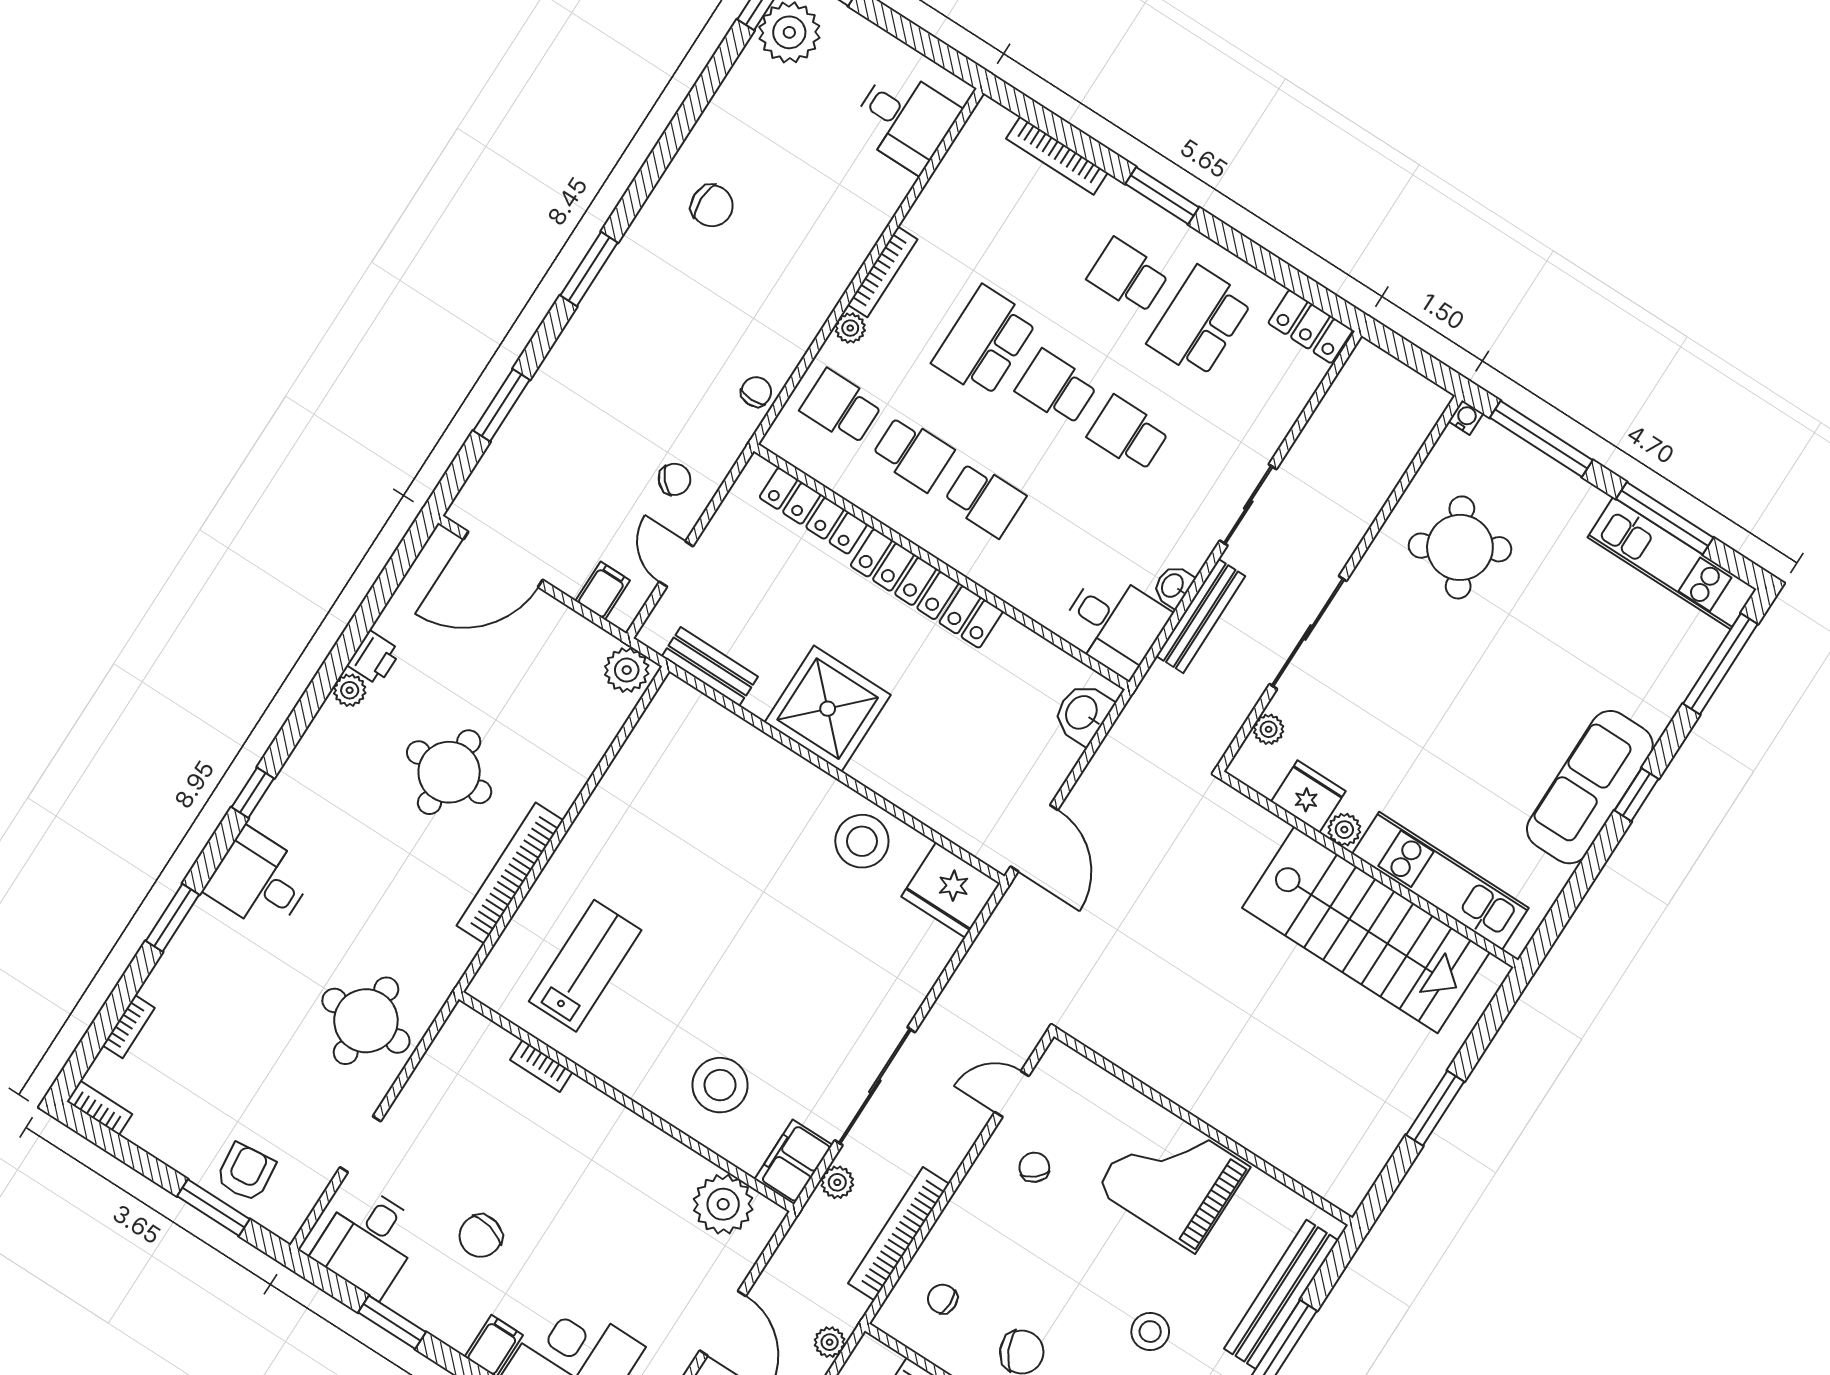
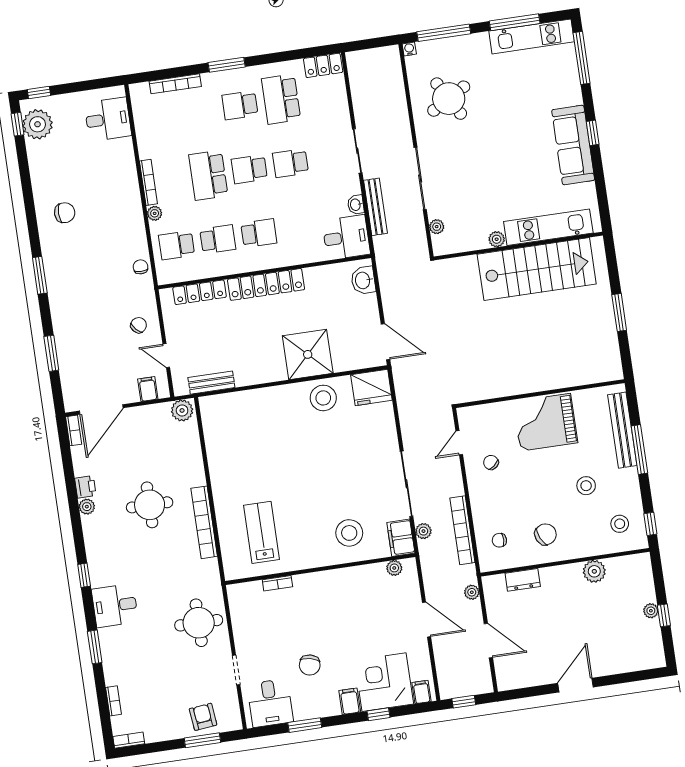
bookcase: (432, 555) -> (74, 430), added
shower: (828, 709) -> (308, 354), moved
fridge: (1308, 796) -> (473, 239), removed
plant: (723, 1204) -> (394, 568), width x0.53, depth x0.53

